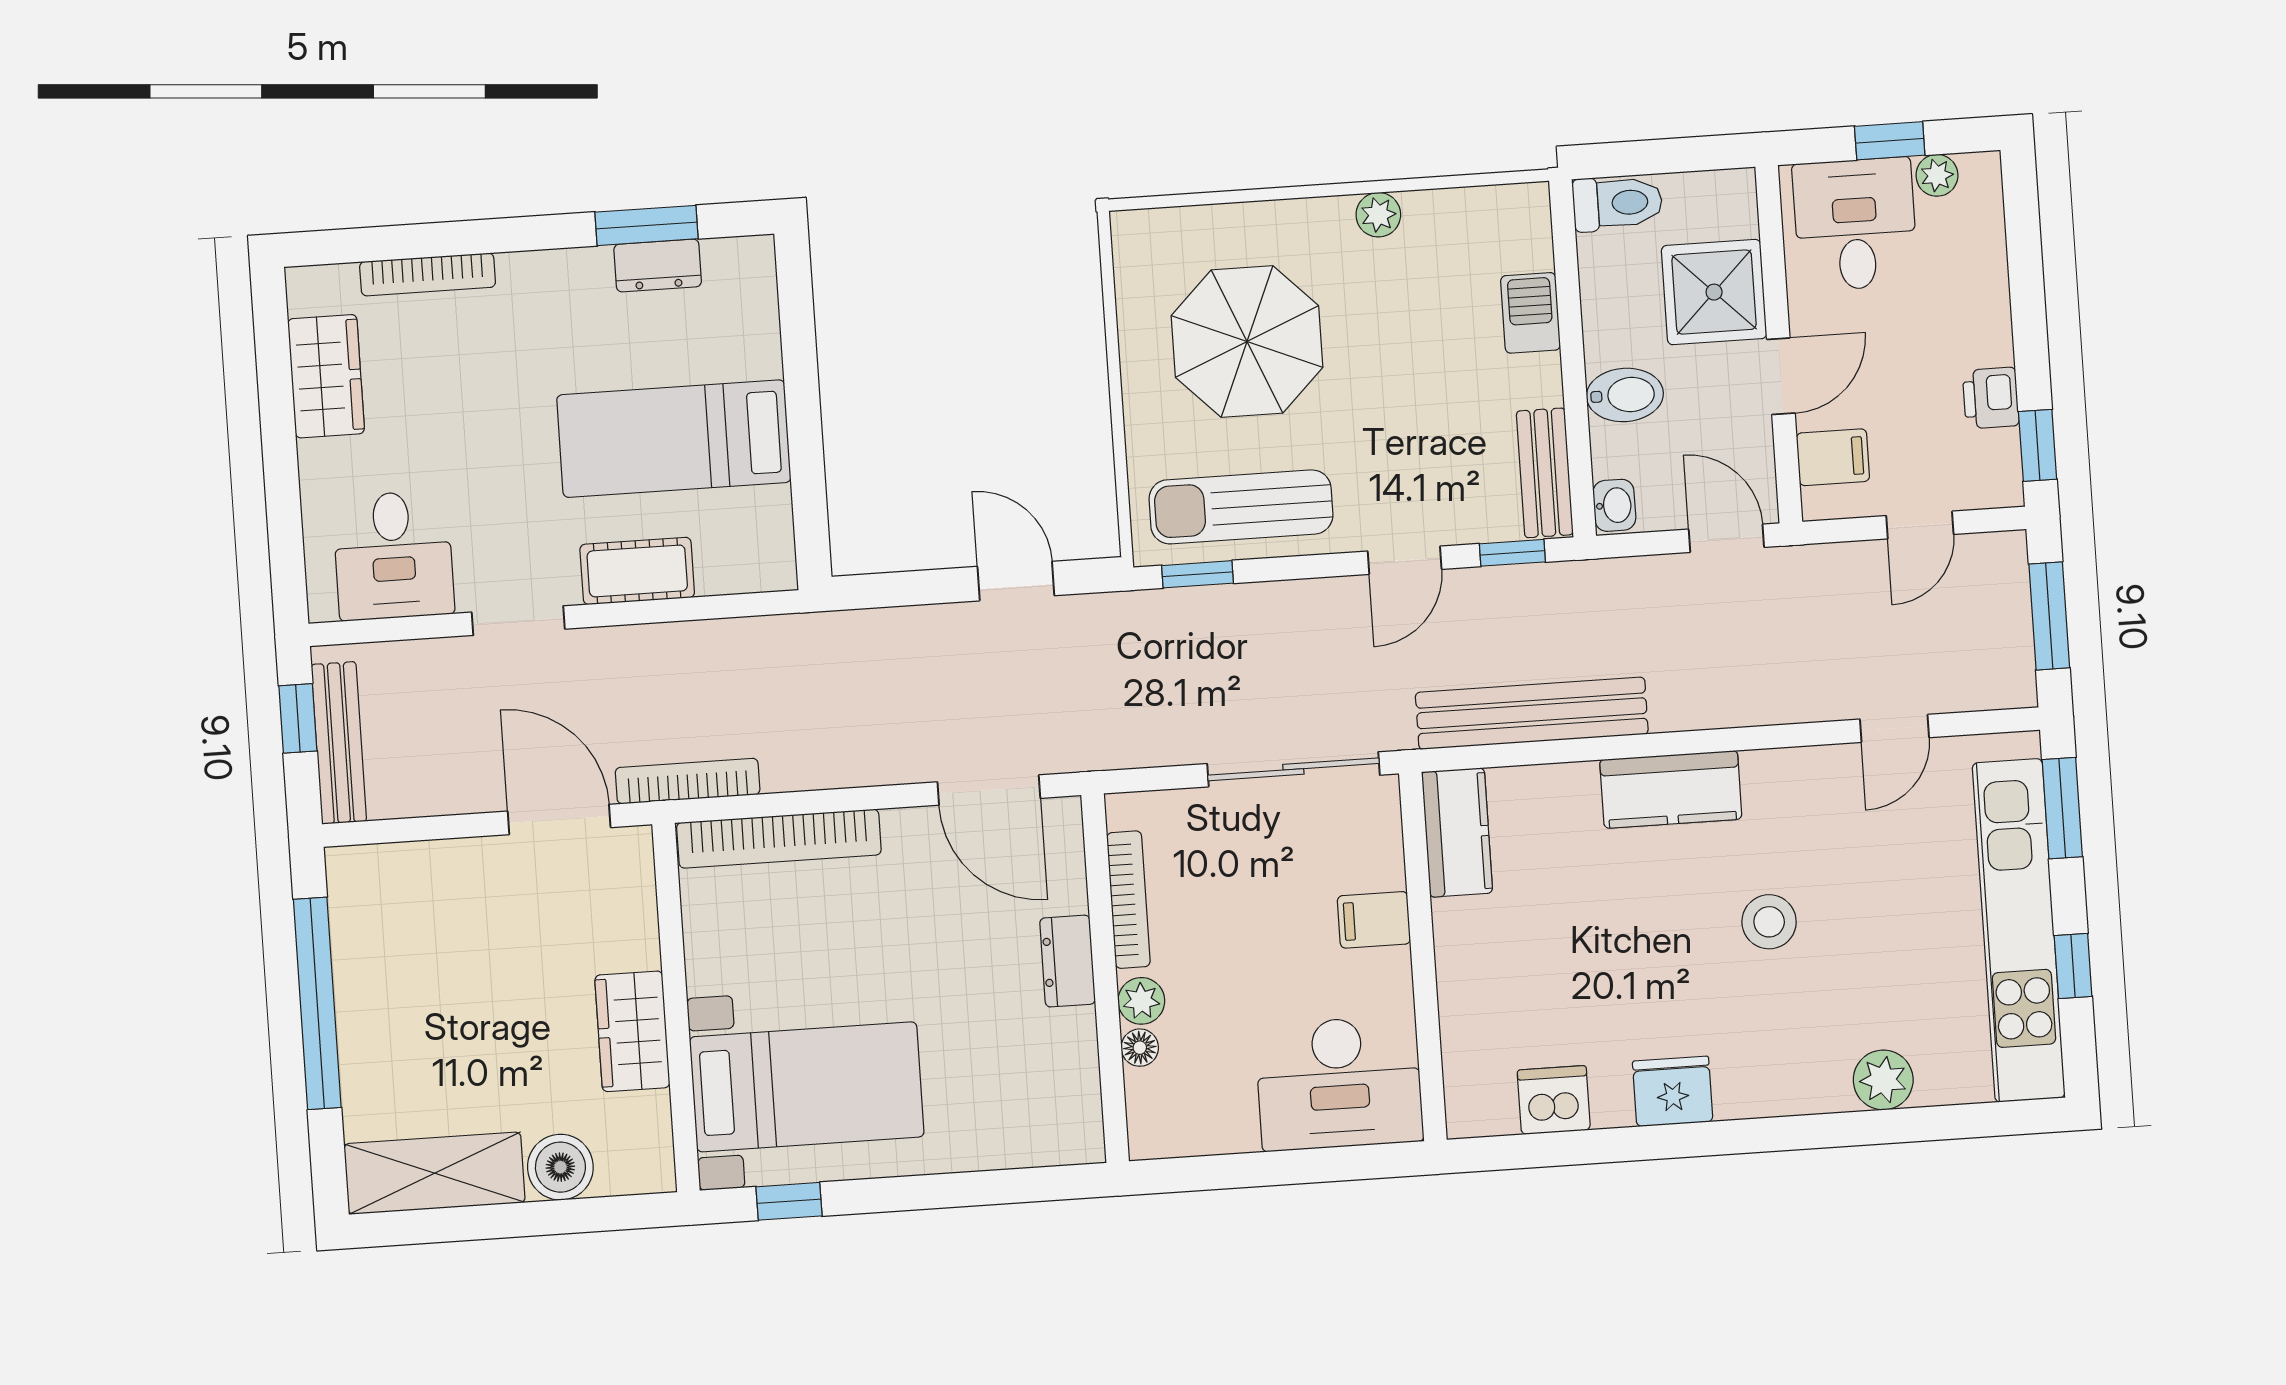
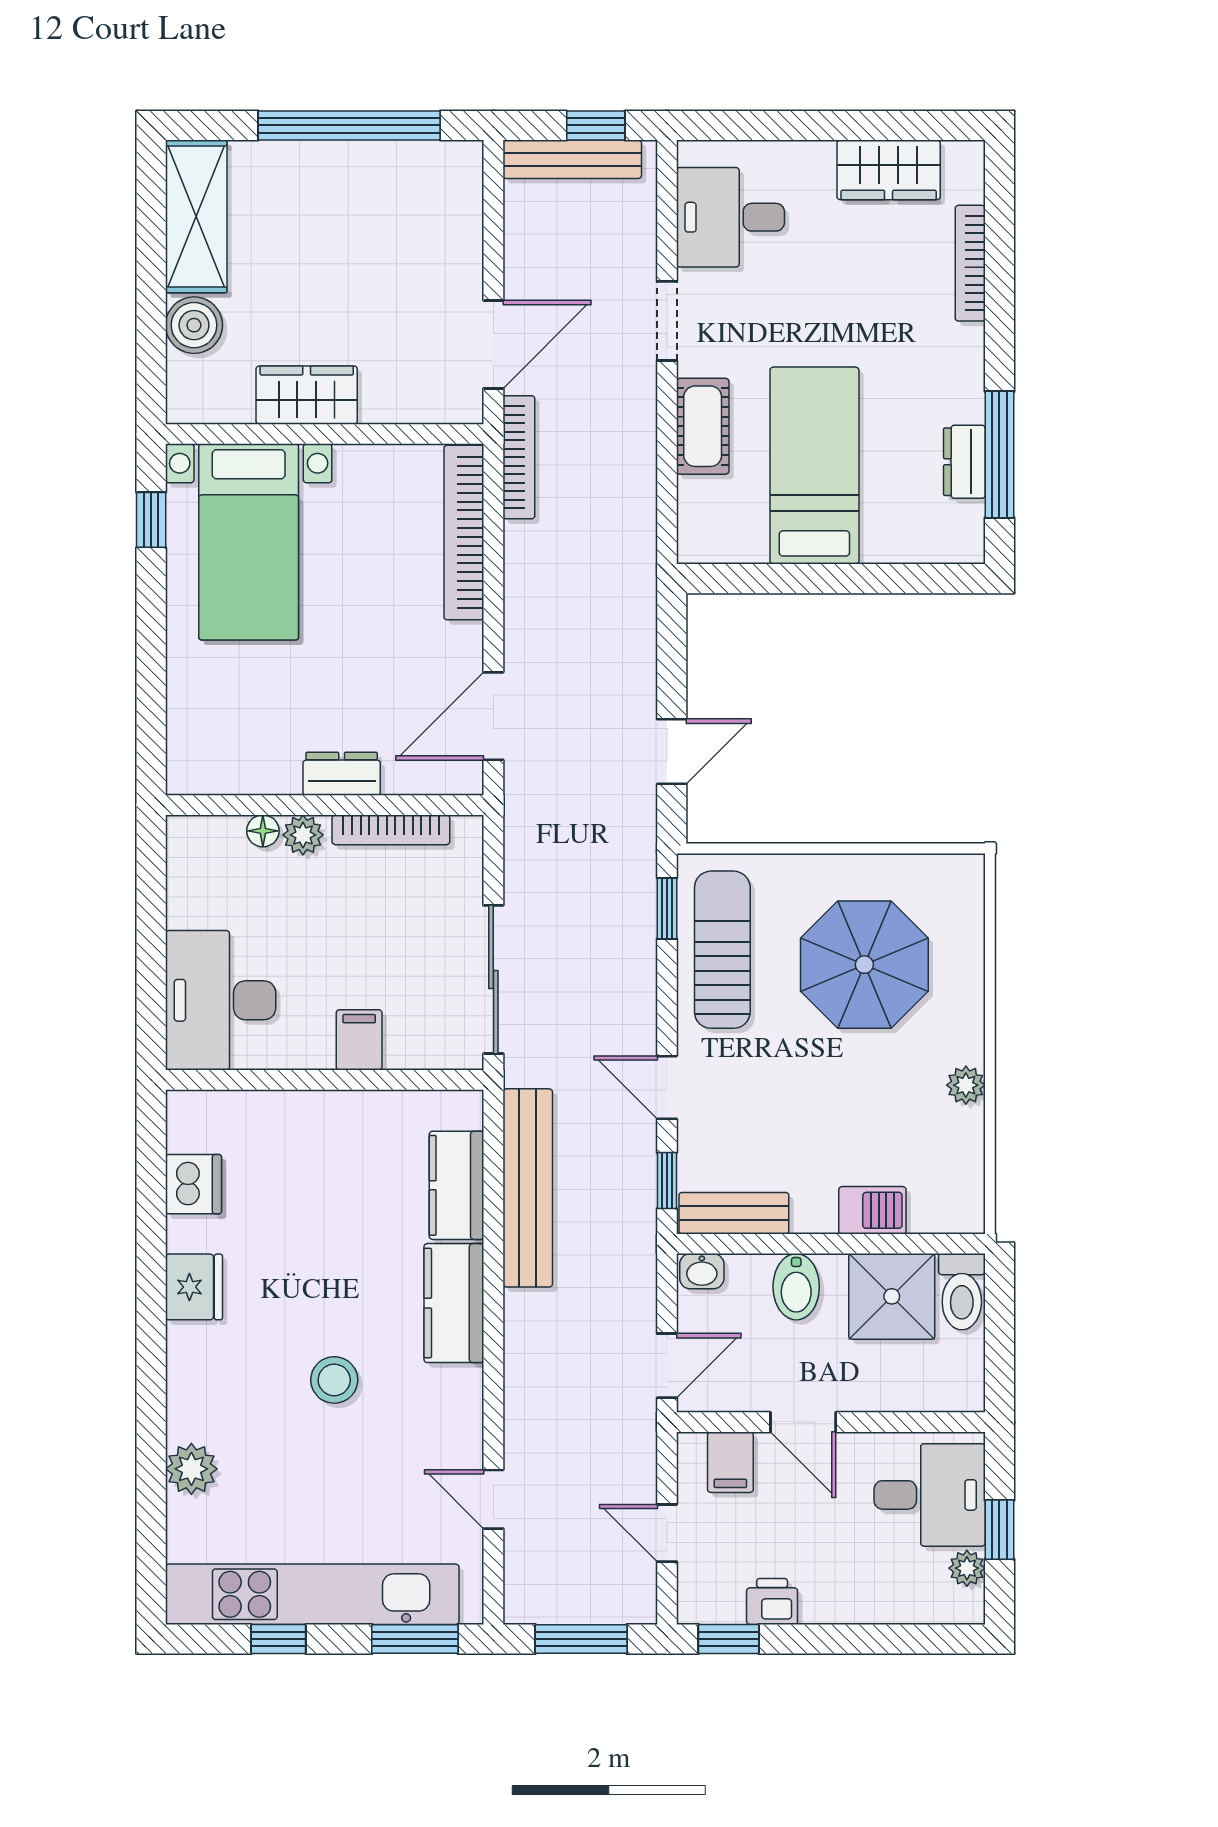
window: (647, 225) -> (999, 455), width x1.44
shower: (1714, 292) -> (892, 1296), moved
kitchen counter: (1457, 832) -> (457, 1185), moved, turned 90

